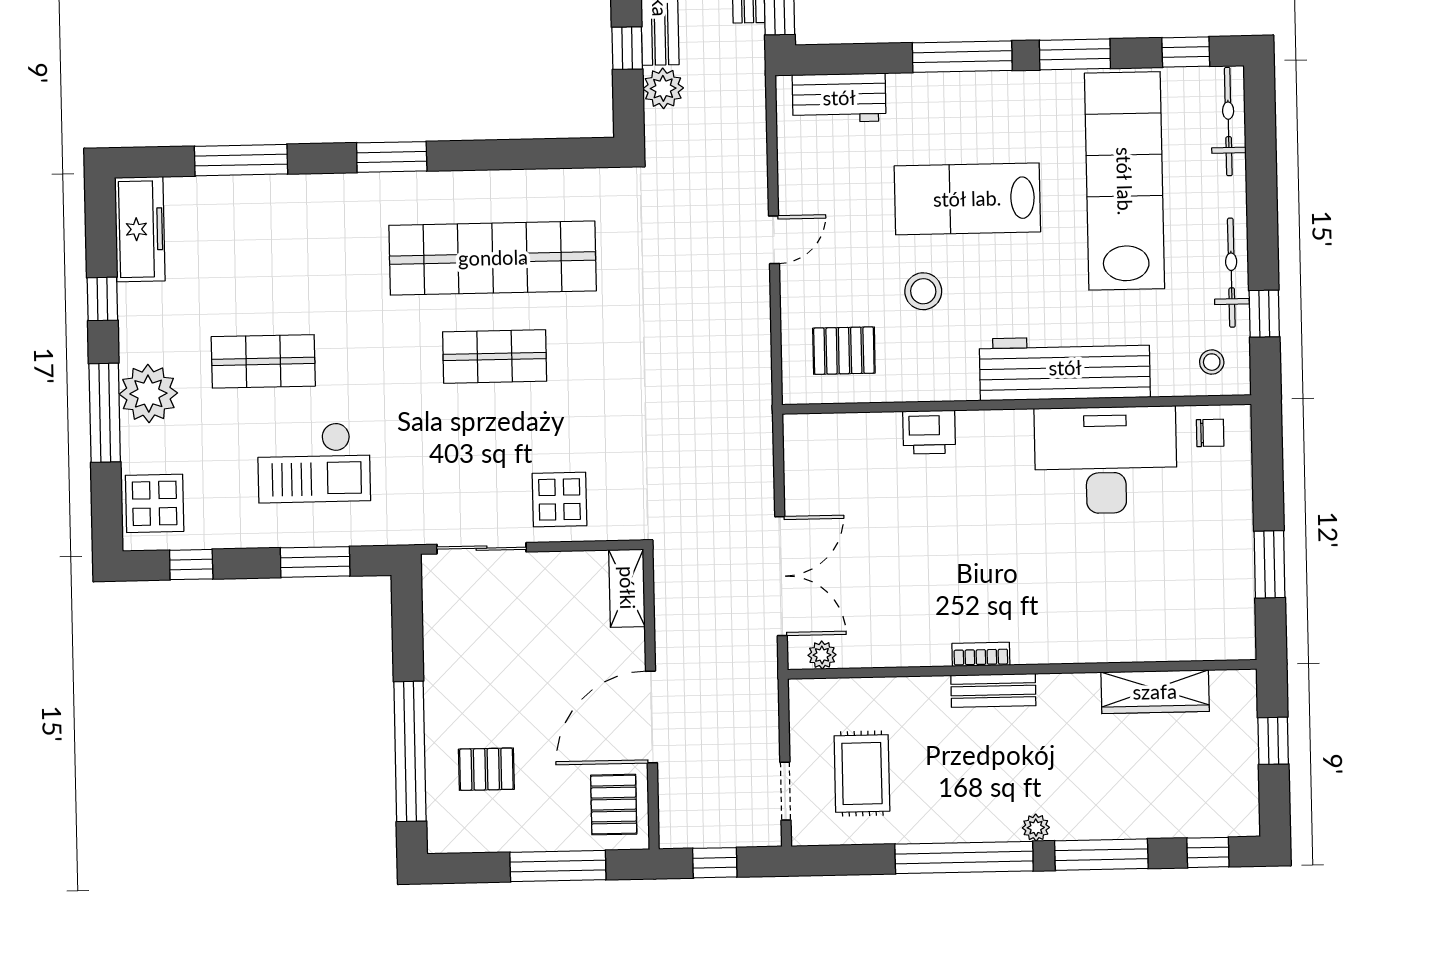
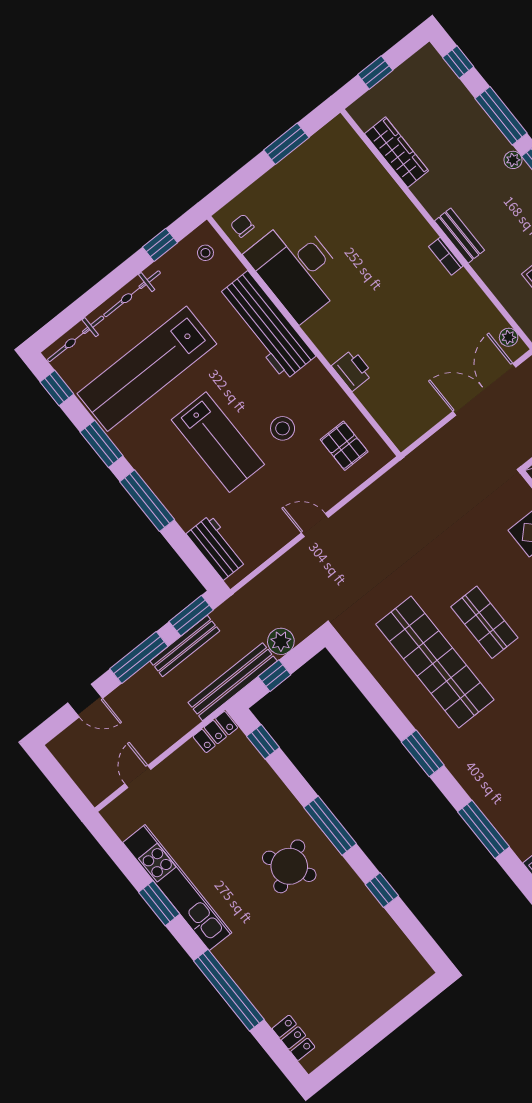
bicycle: (1231, 273) -> (132, 294), moved

